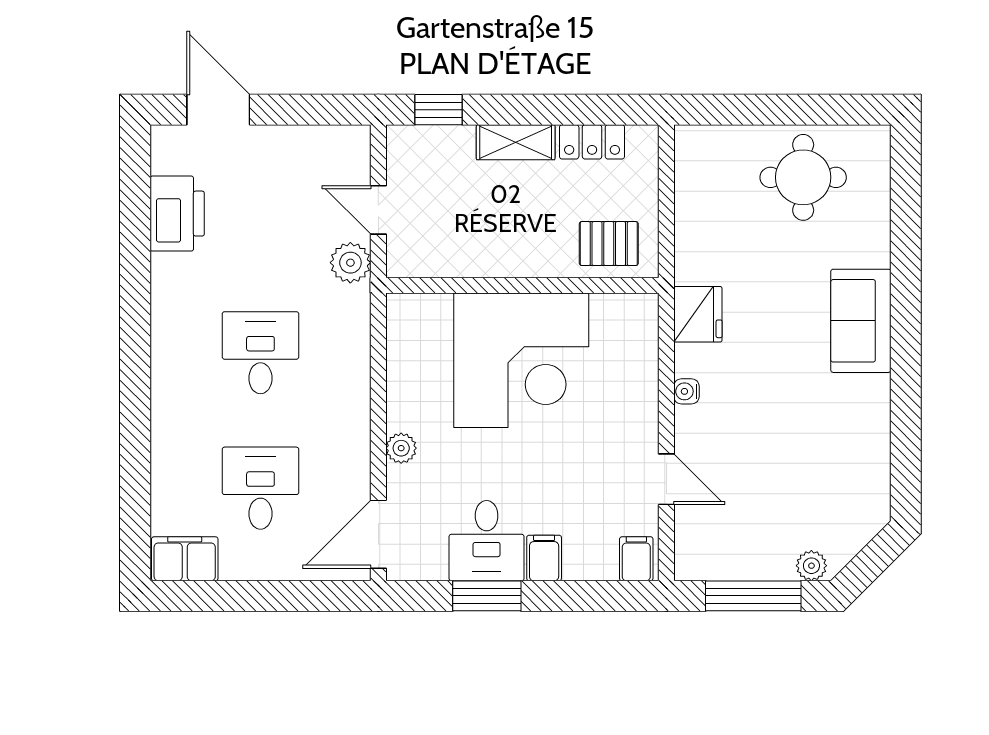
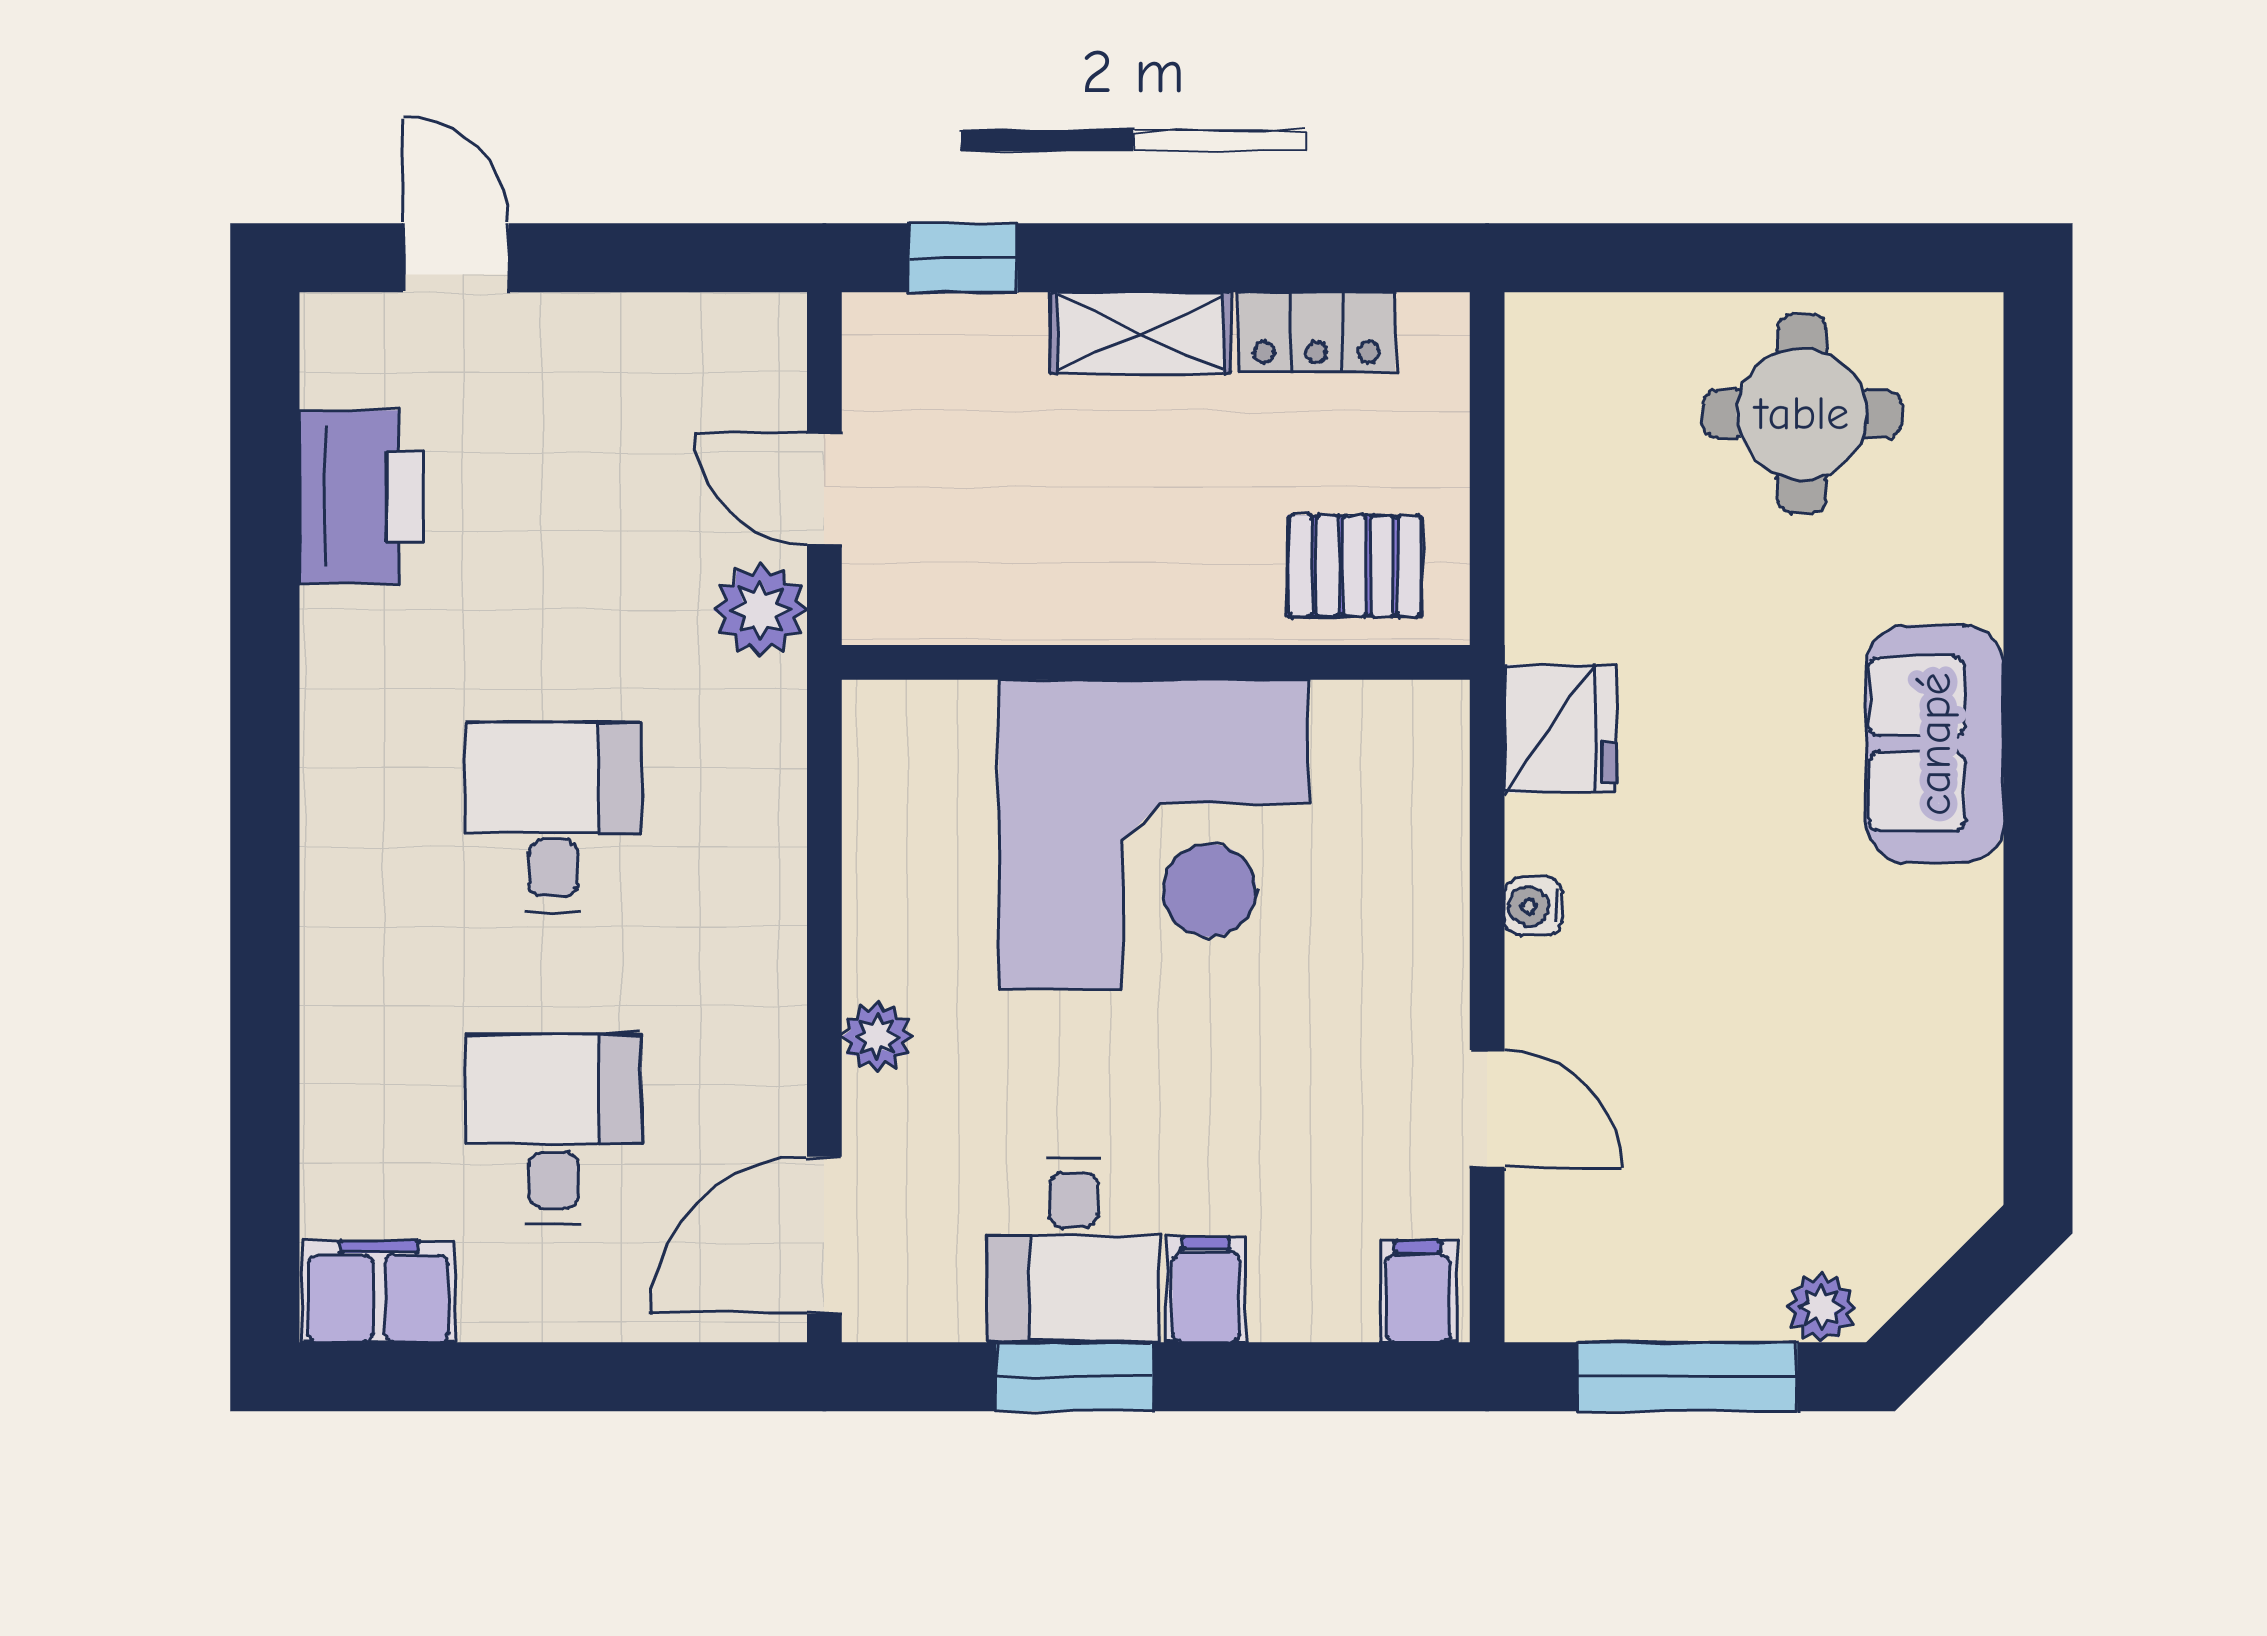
door: (218, 110) -> (456, 258), width x0.73

